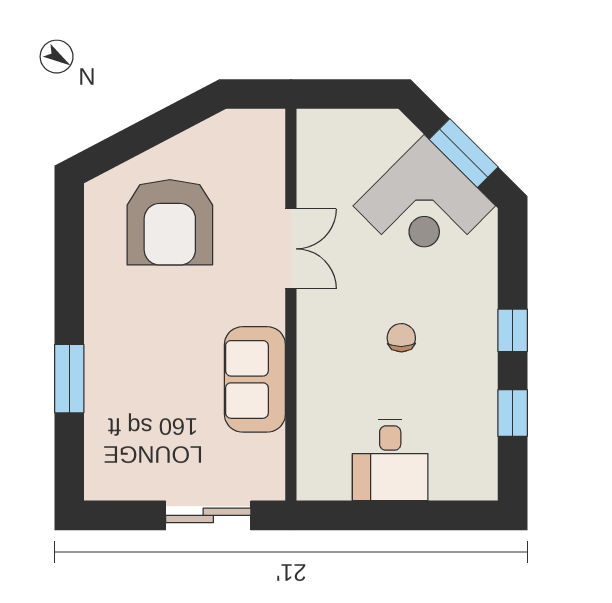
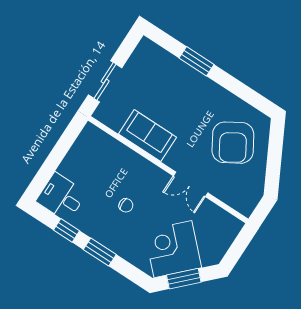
armchair: (170, 222) -> (233, 143), turned -121
window: (513, 330) -> (100, 252), width x1.50
desk: (390, 460) -> (61, 197), moved

